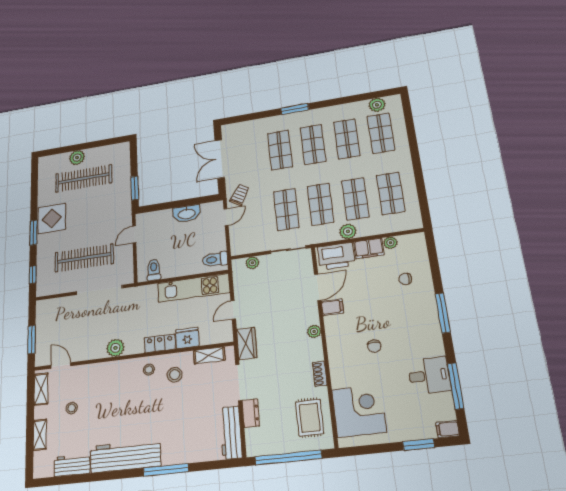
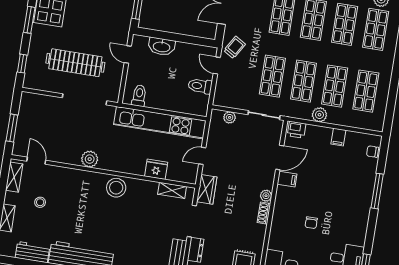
washbasin: (186, 214) -> (162, 47), moved
door: (226, 217) -> (217, 65), swing flipped
door: (134, 235) -> (128, 55), hinge flipped
plant: (390, 243) -> (352, 137), removed
filing cabinet: (369, 248) -> (338, 137), width x0.50
printer: (336, 256) -> (297, 130), width x0.53, depth x0.68
toilet: (215, 259) -> (200, 86), moved
chair: (405, 279) -> (373, 152), moved
kitchen unit: (194, 288) -> (160, 123), width x1.36
window: (443, 313) -> (377, 191), moved
locker: (160, 343) -> (131, 167), removed
stool: (149, 370) -> (116, 188), width x1.89, depth x1.89
shoe rack: (320, 374) -> (264, 213), moved
stool: (175, 375) -> (138, 199), removed

